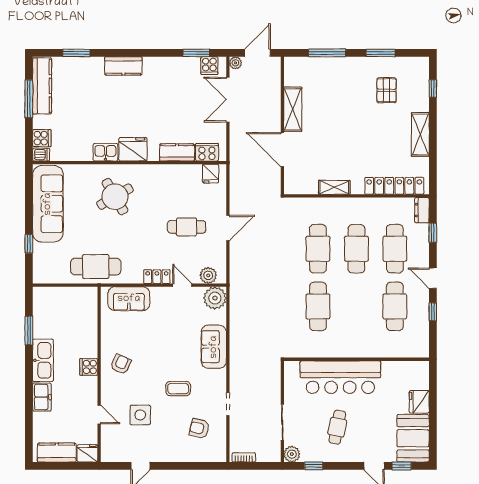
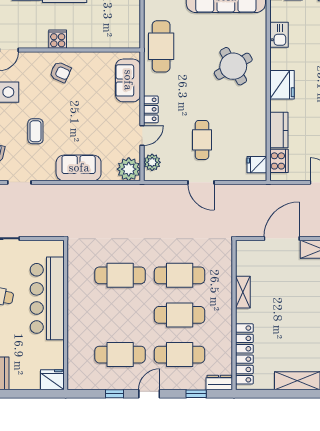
kitchen sink: (106, 152) -> (279, 35), moved
fridge: (419, 402) -> (52, 380), moved

